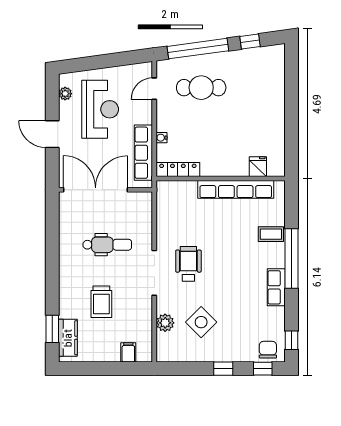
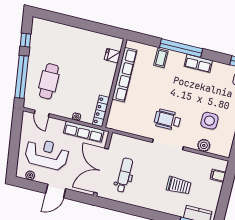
dental chair: (107, 245) -> (124, 175), moved
side table: (201, 322) -> (209, 121), turned 45

